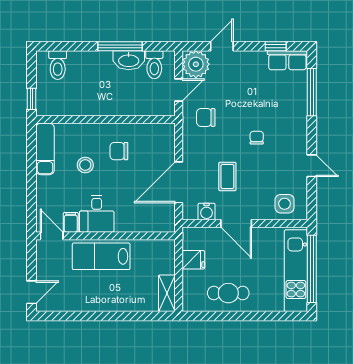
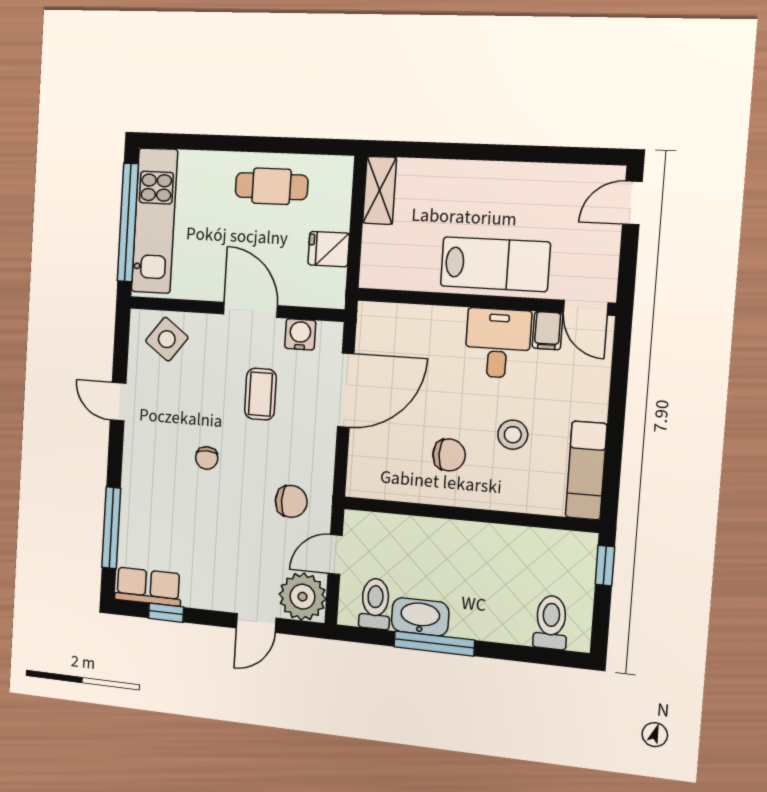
side table: (285, 204) -> (167, 339), turned 37

